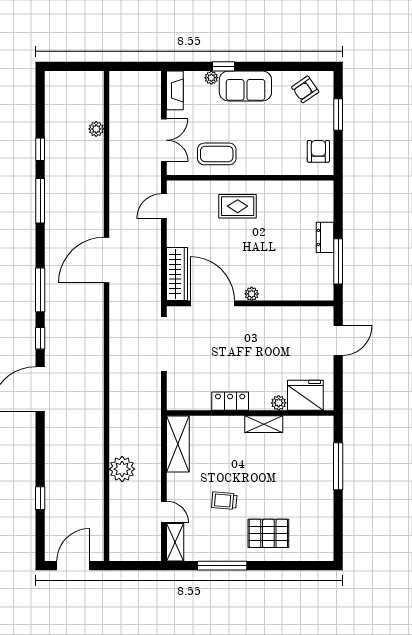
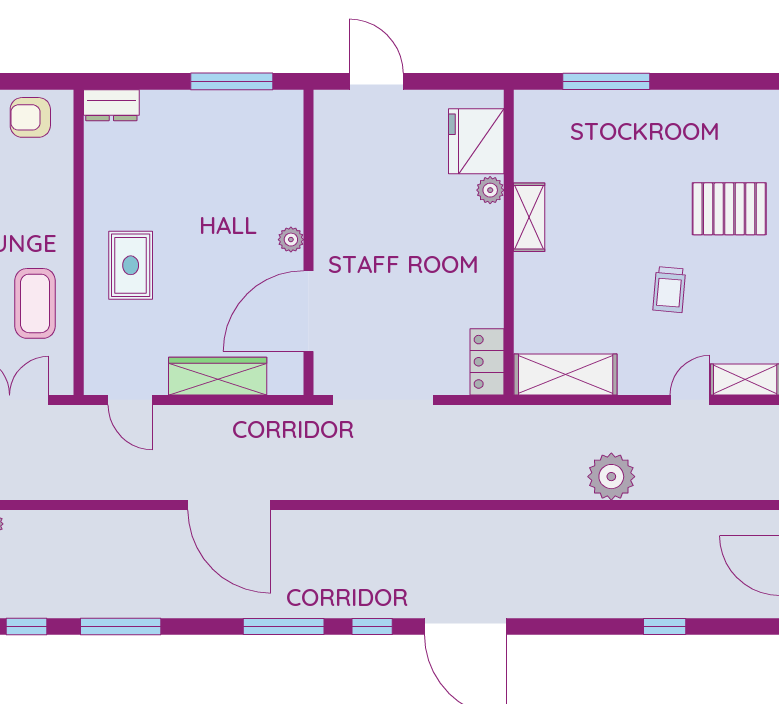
dresser: (325, 237) -> (111, 105), moved
wardrobe: (177, 274) -> (218, 376), moved
locker: (230, 401) -> (487, 362), moved
pallet: (268, 533) -> (729, 209), turned 90

